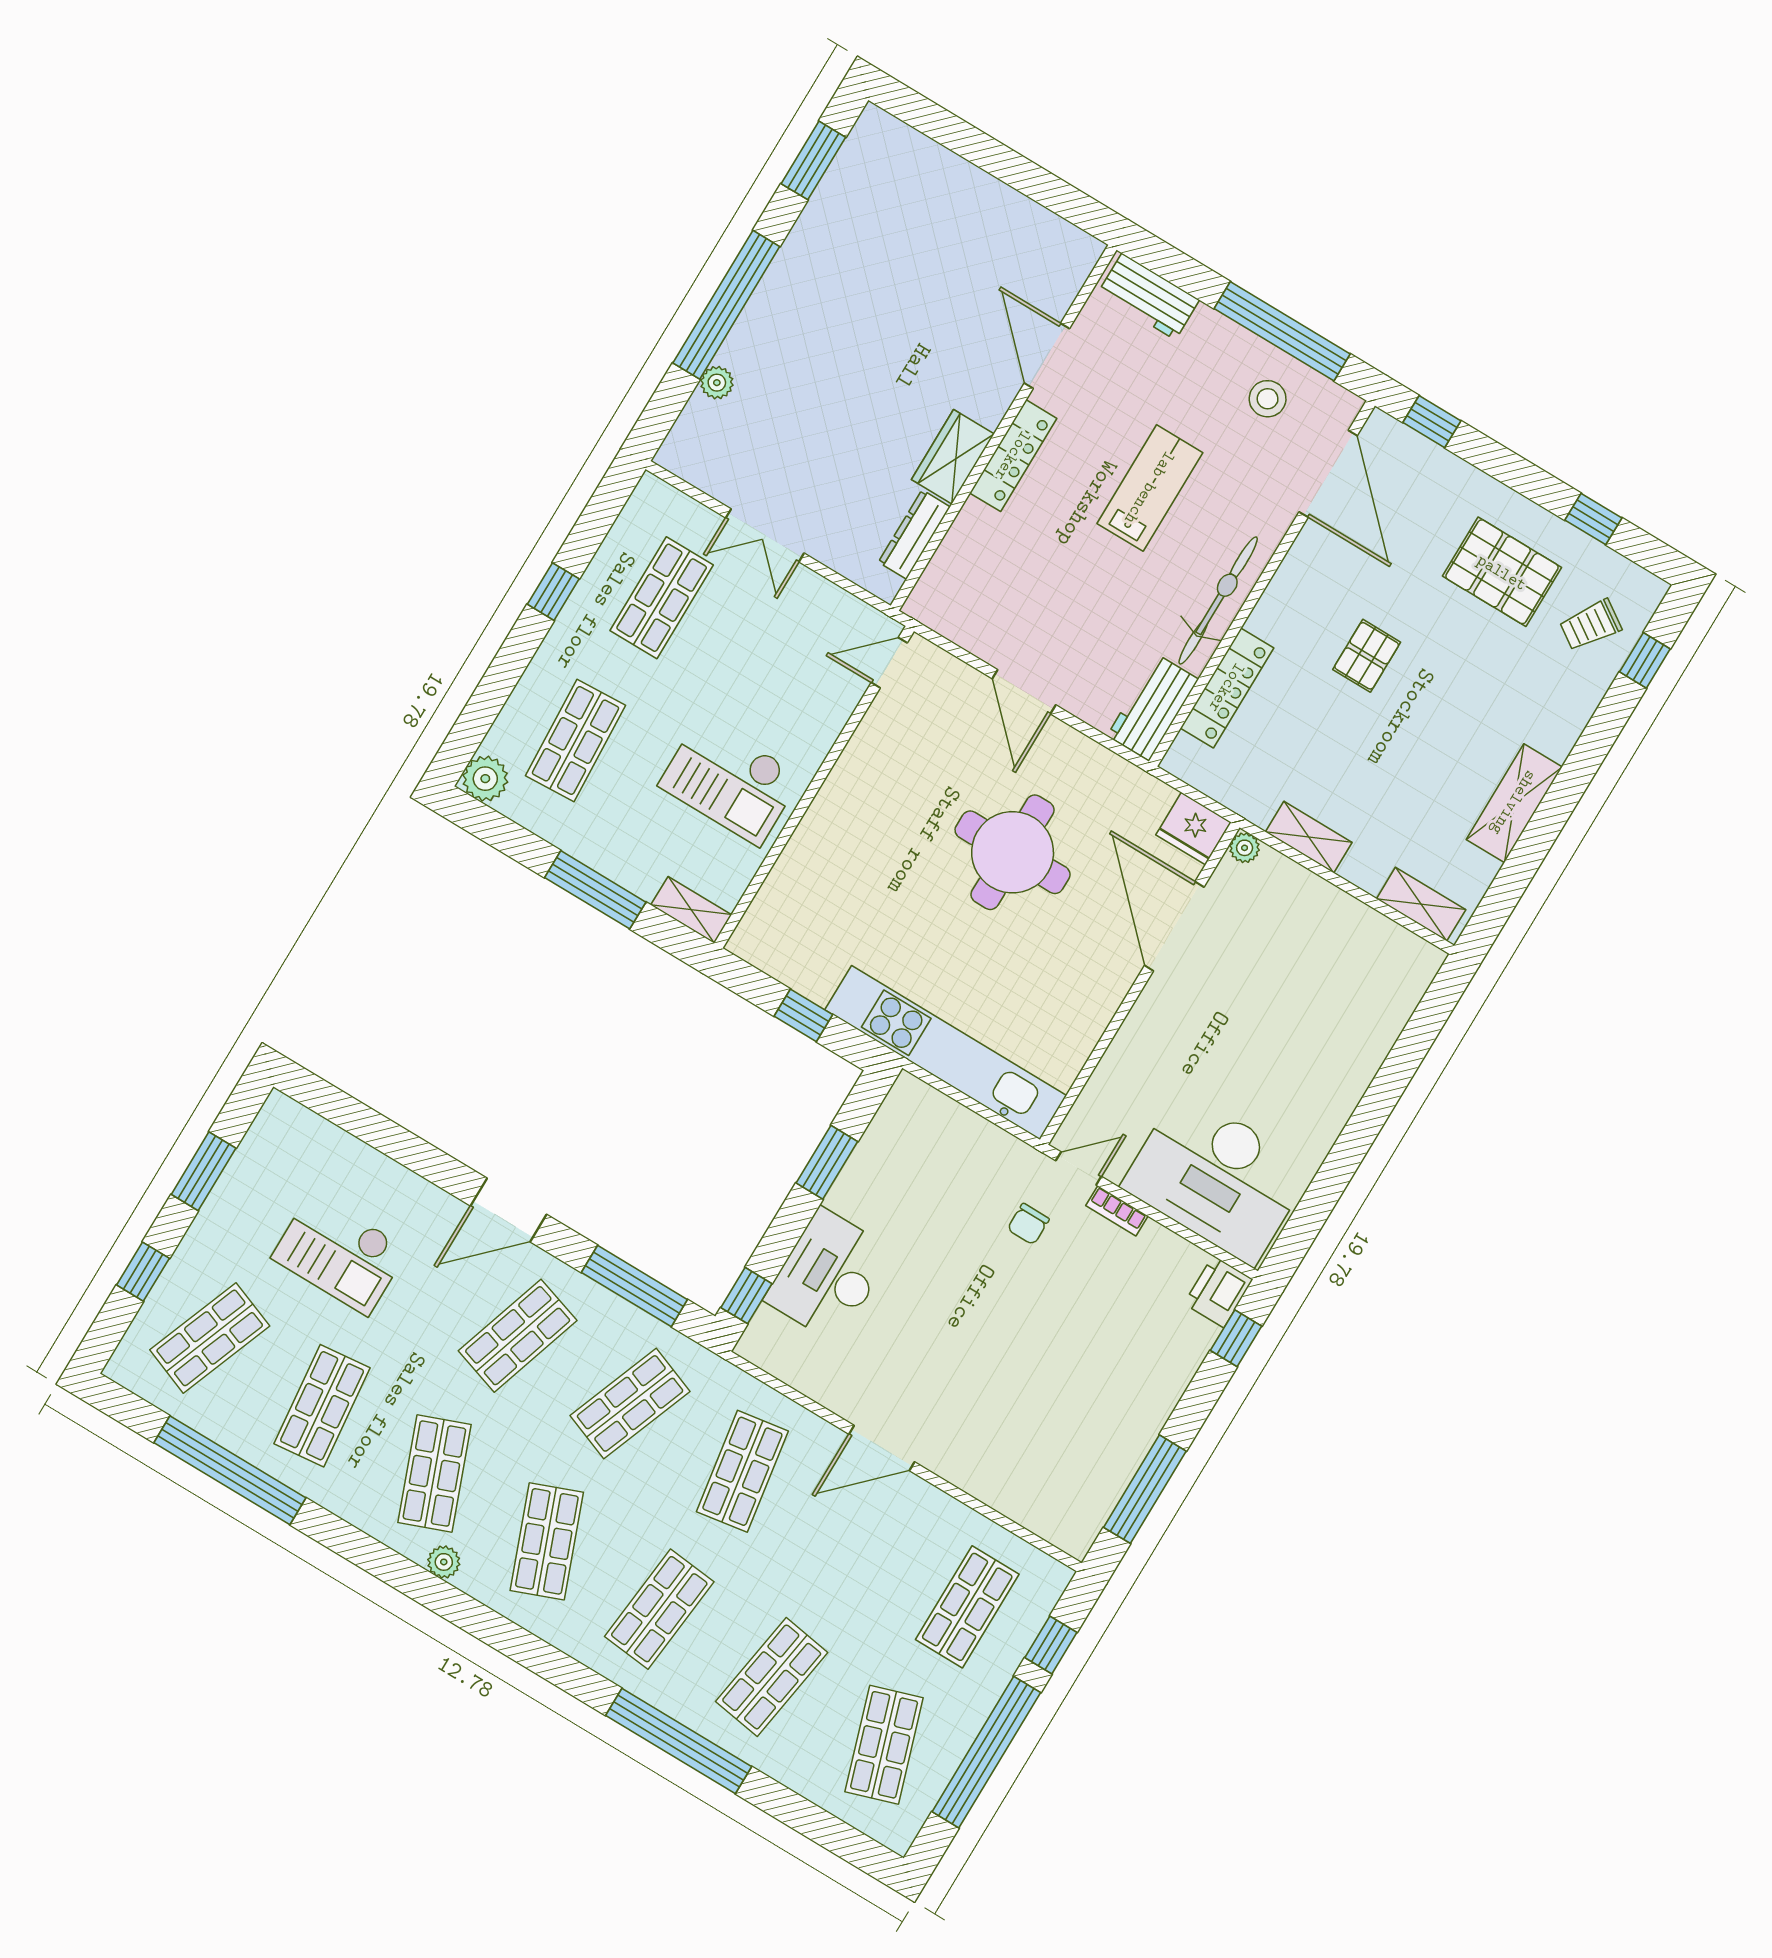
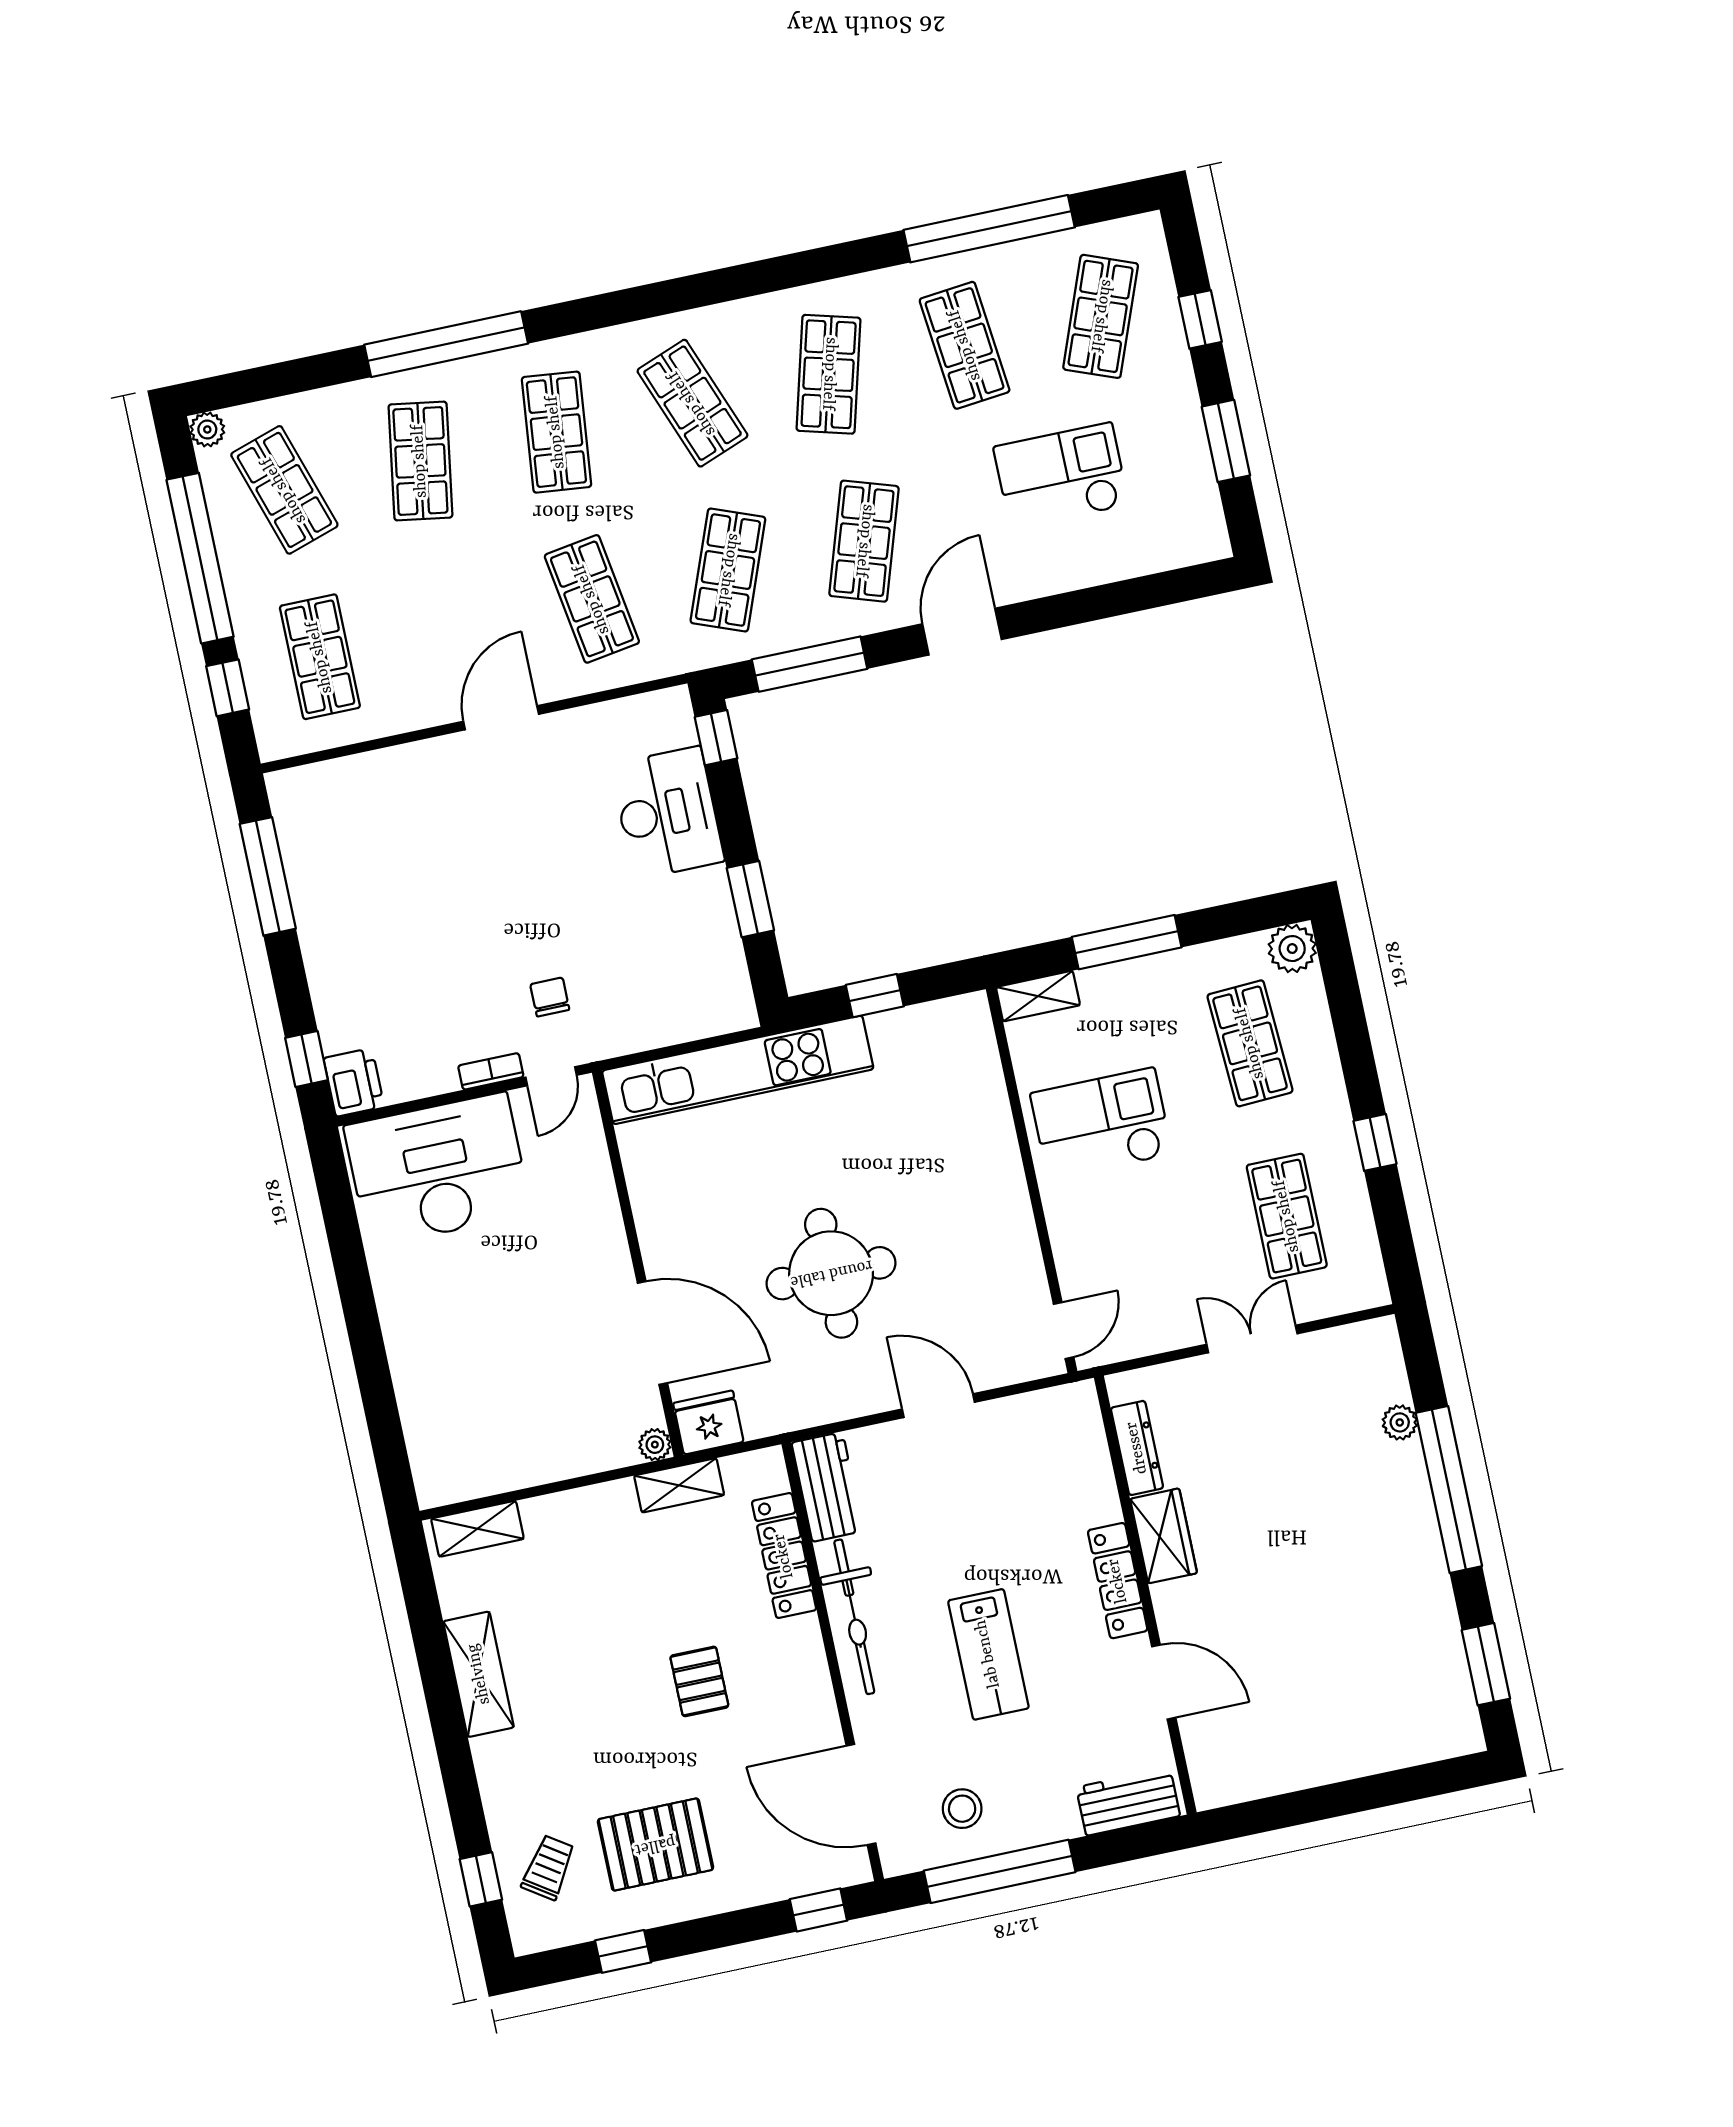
shelving: (1309, 837) -> (679, 1485), moved
shop shelf: (434, 1474) -> (829, 374), turned 36
plant: (444, 1562) -> (207, 429), moved

